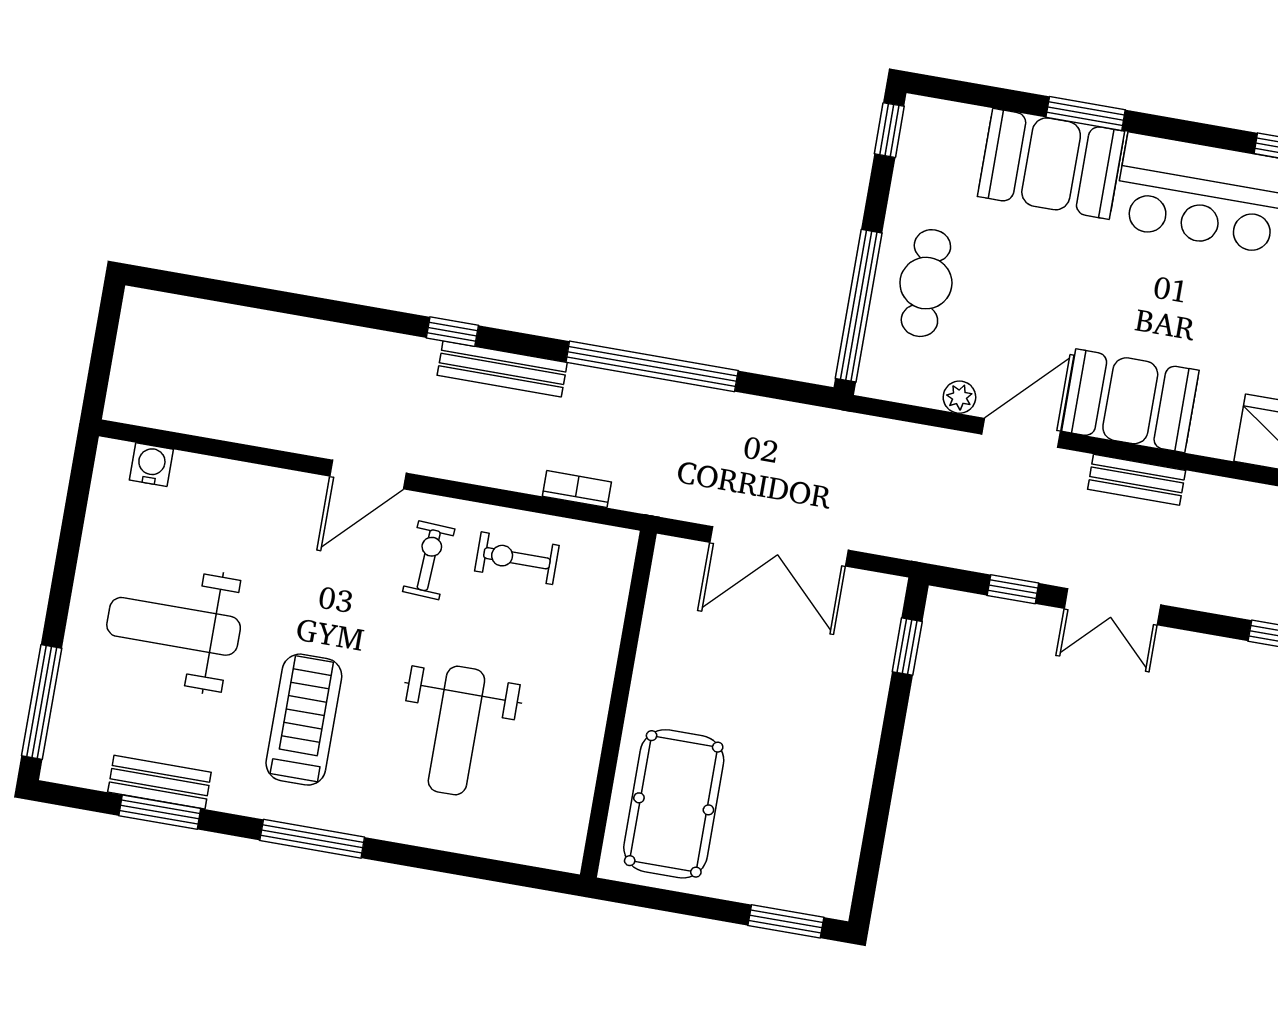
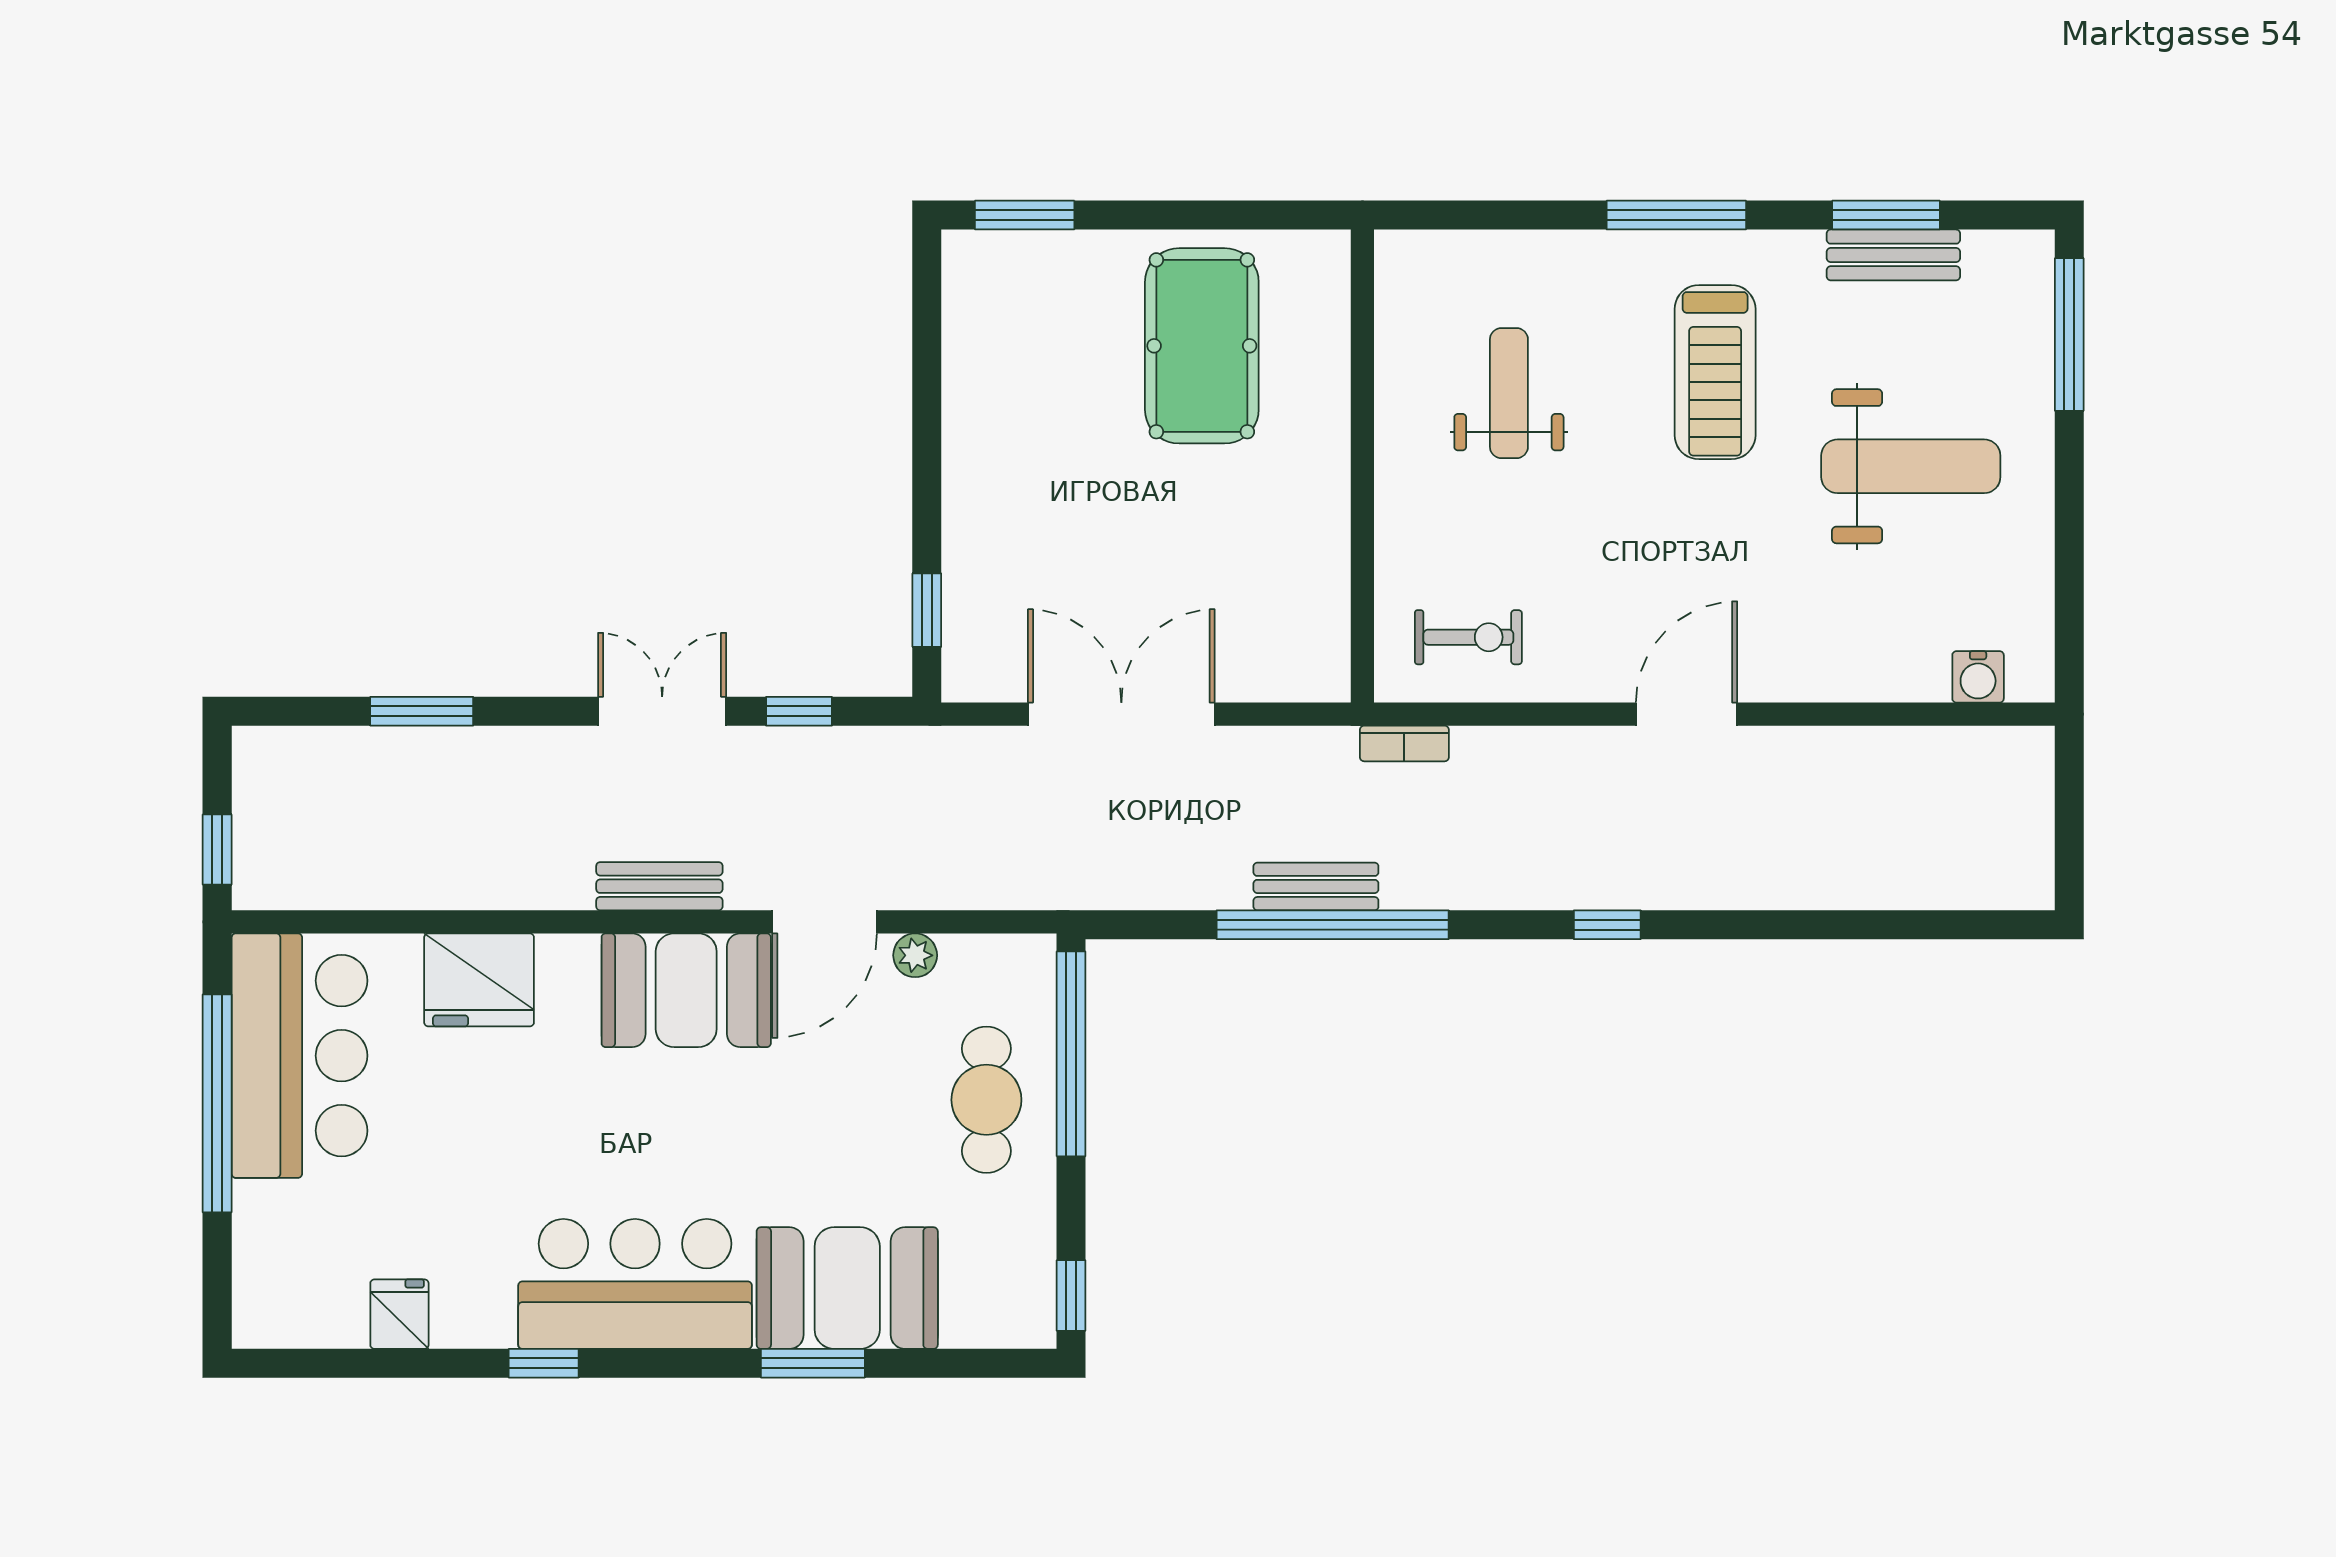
bench: (502, 369) -> (1316, 886), moved, width x0.73
exercise bike: (429, 560) -> (1586, 614), removed
wall: (618, 704) -> (1362, 466), moved
weight bench: (456, 730) -> (1509, 393), width x0.73, depth x0.75

